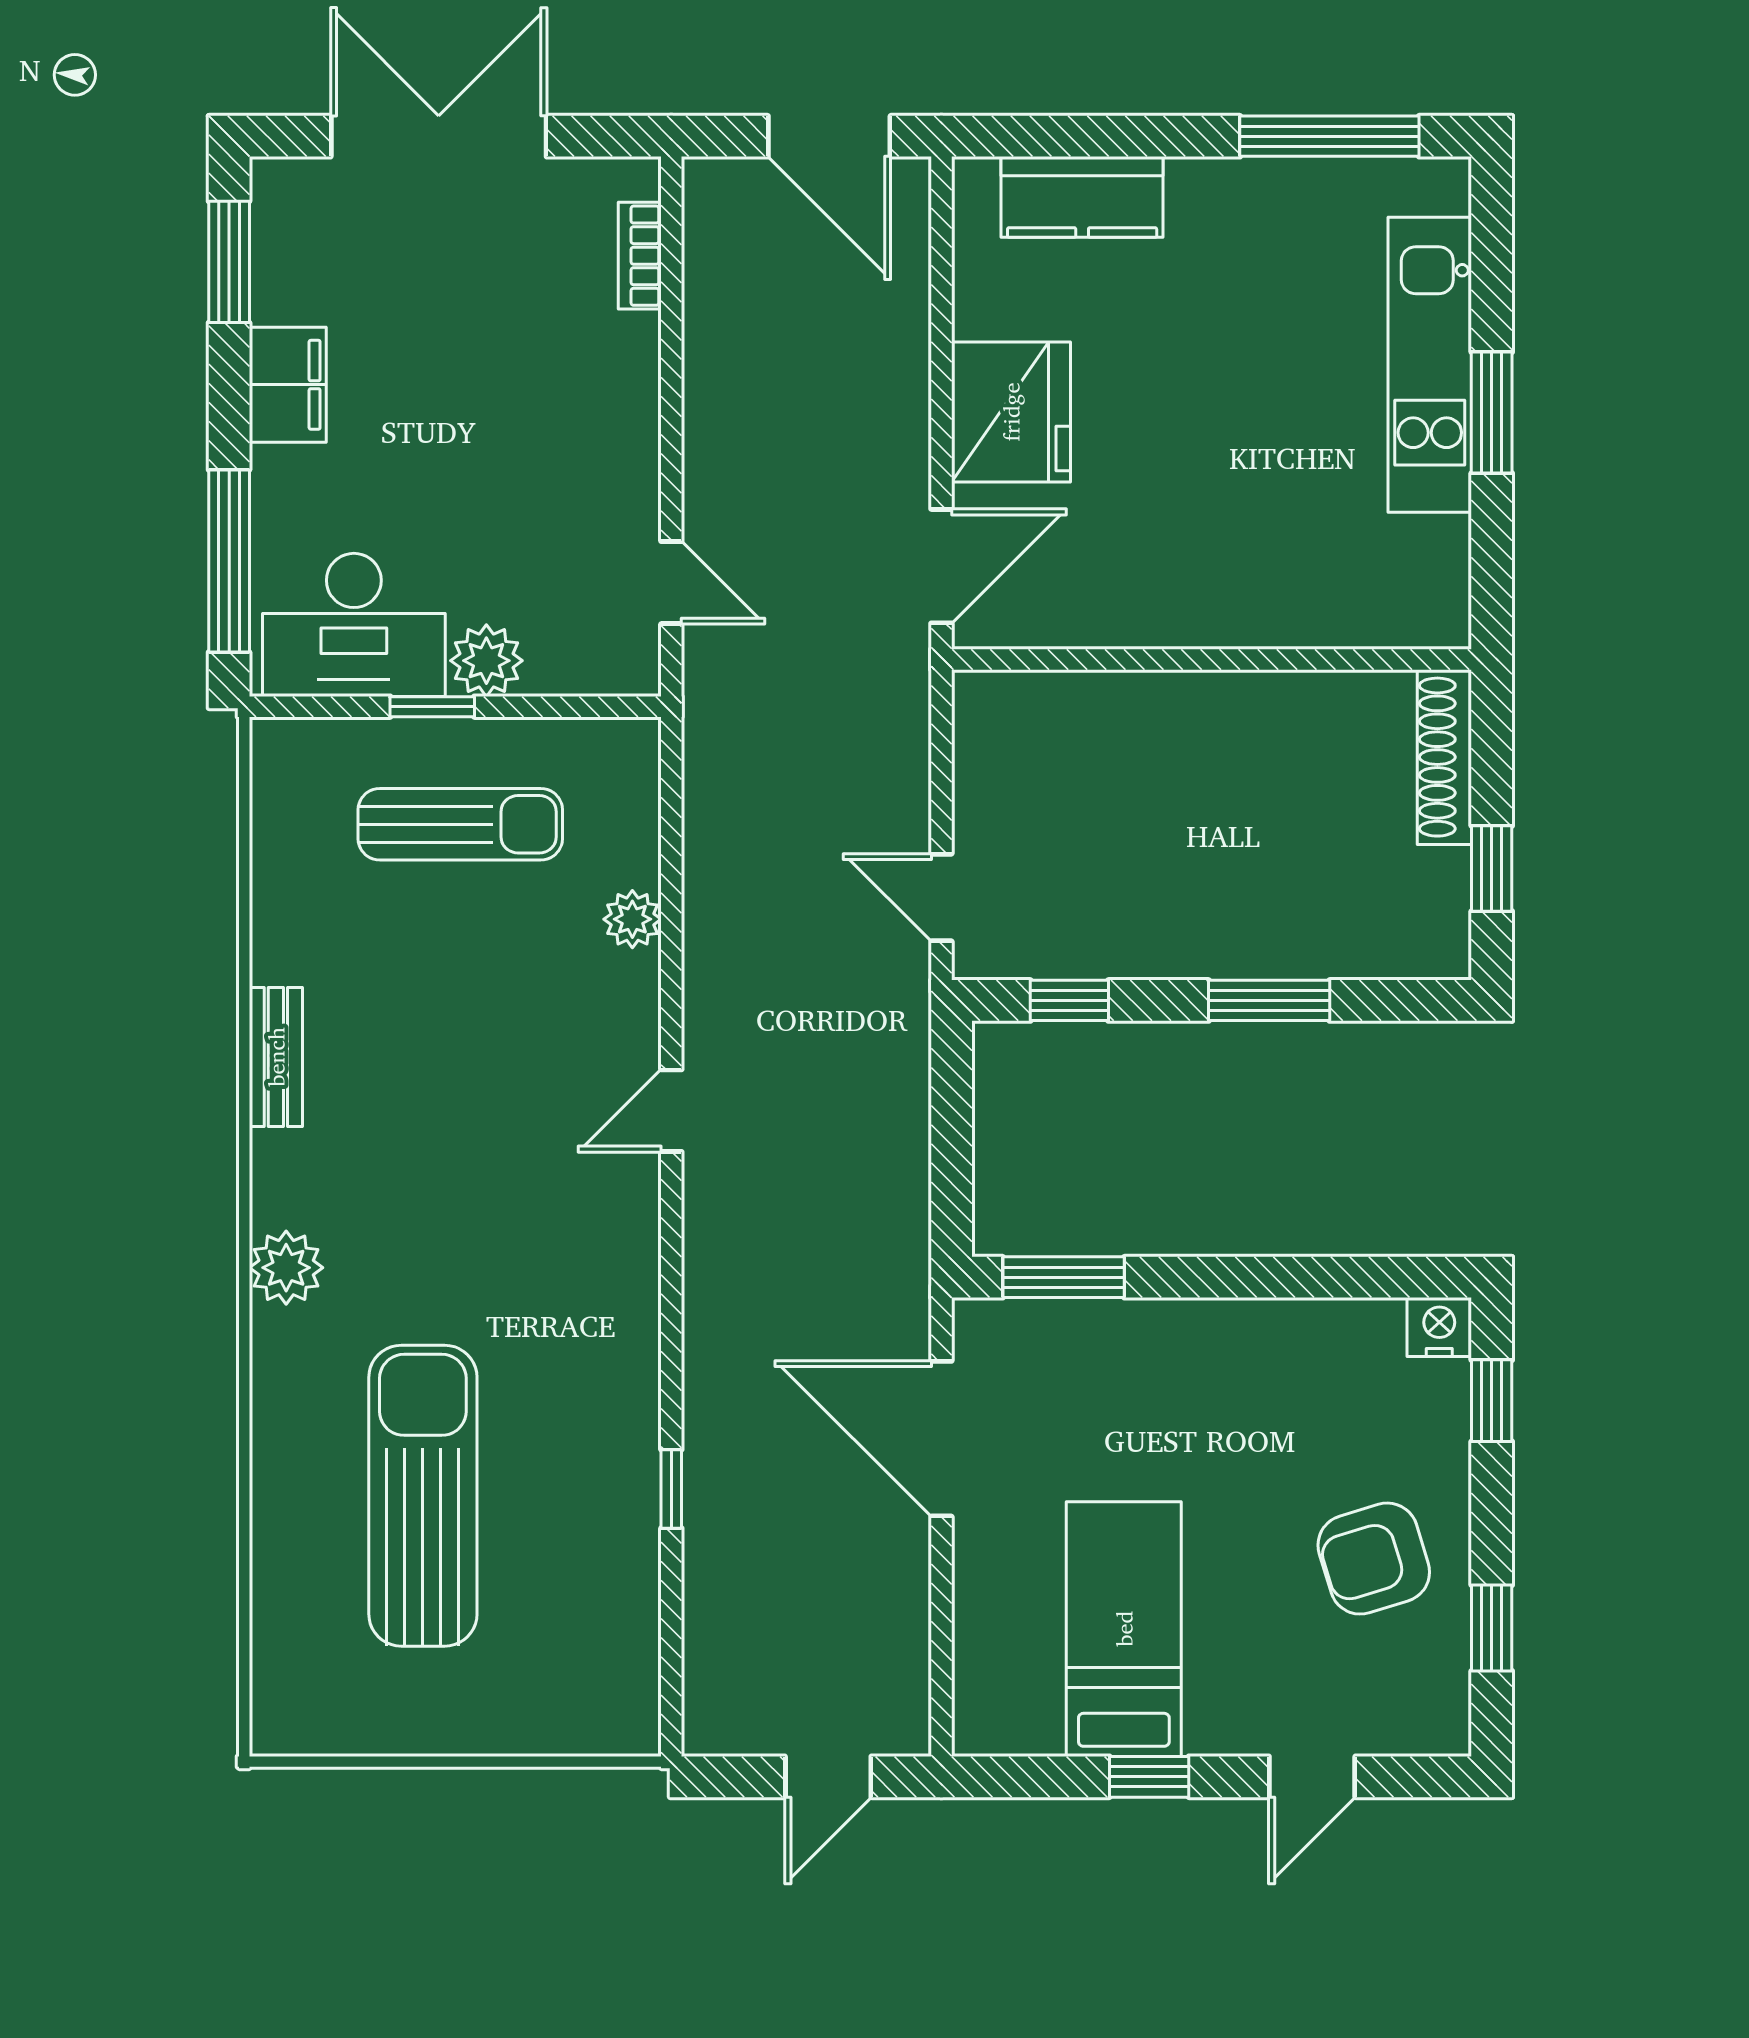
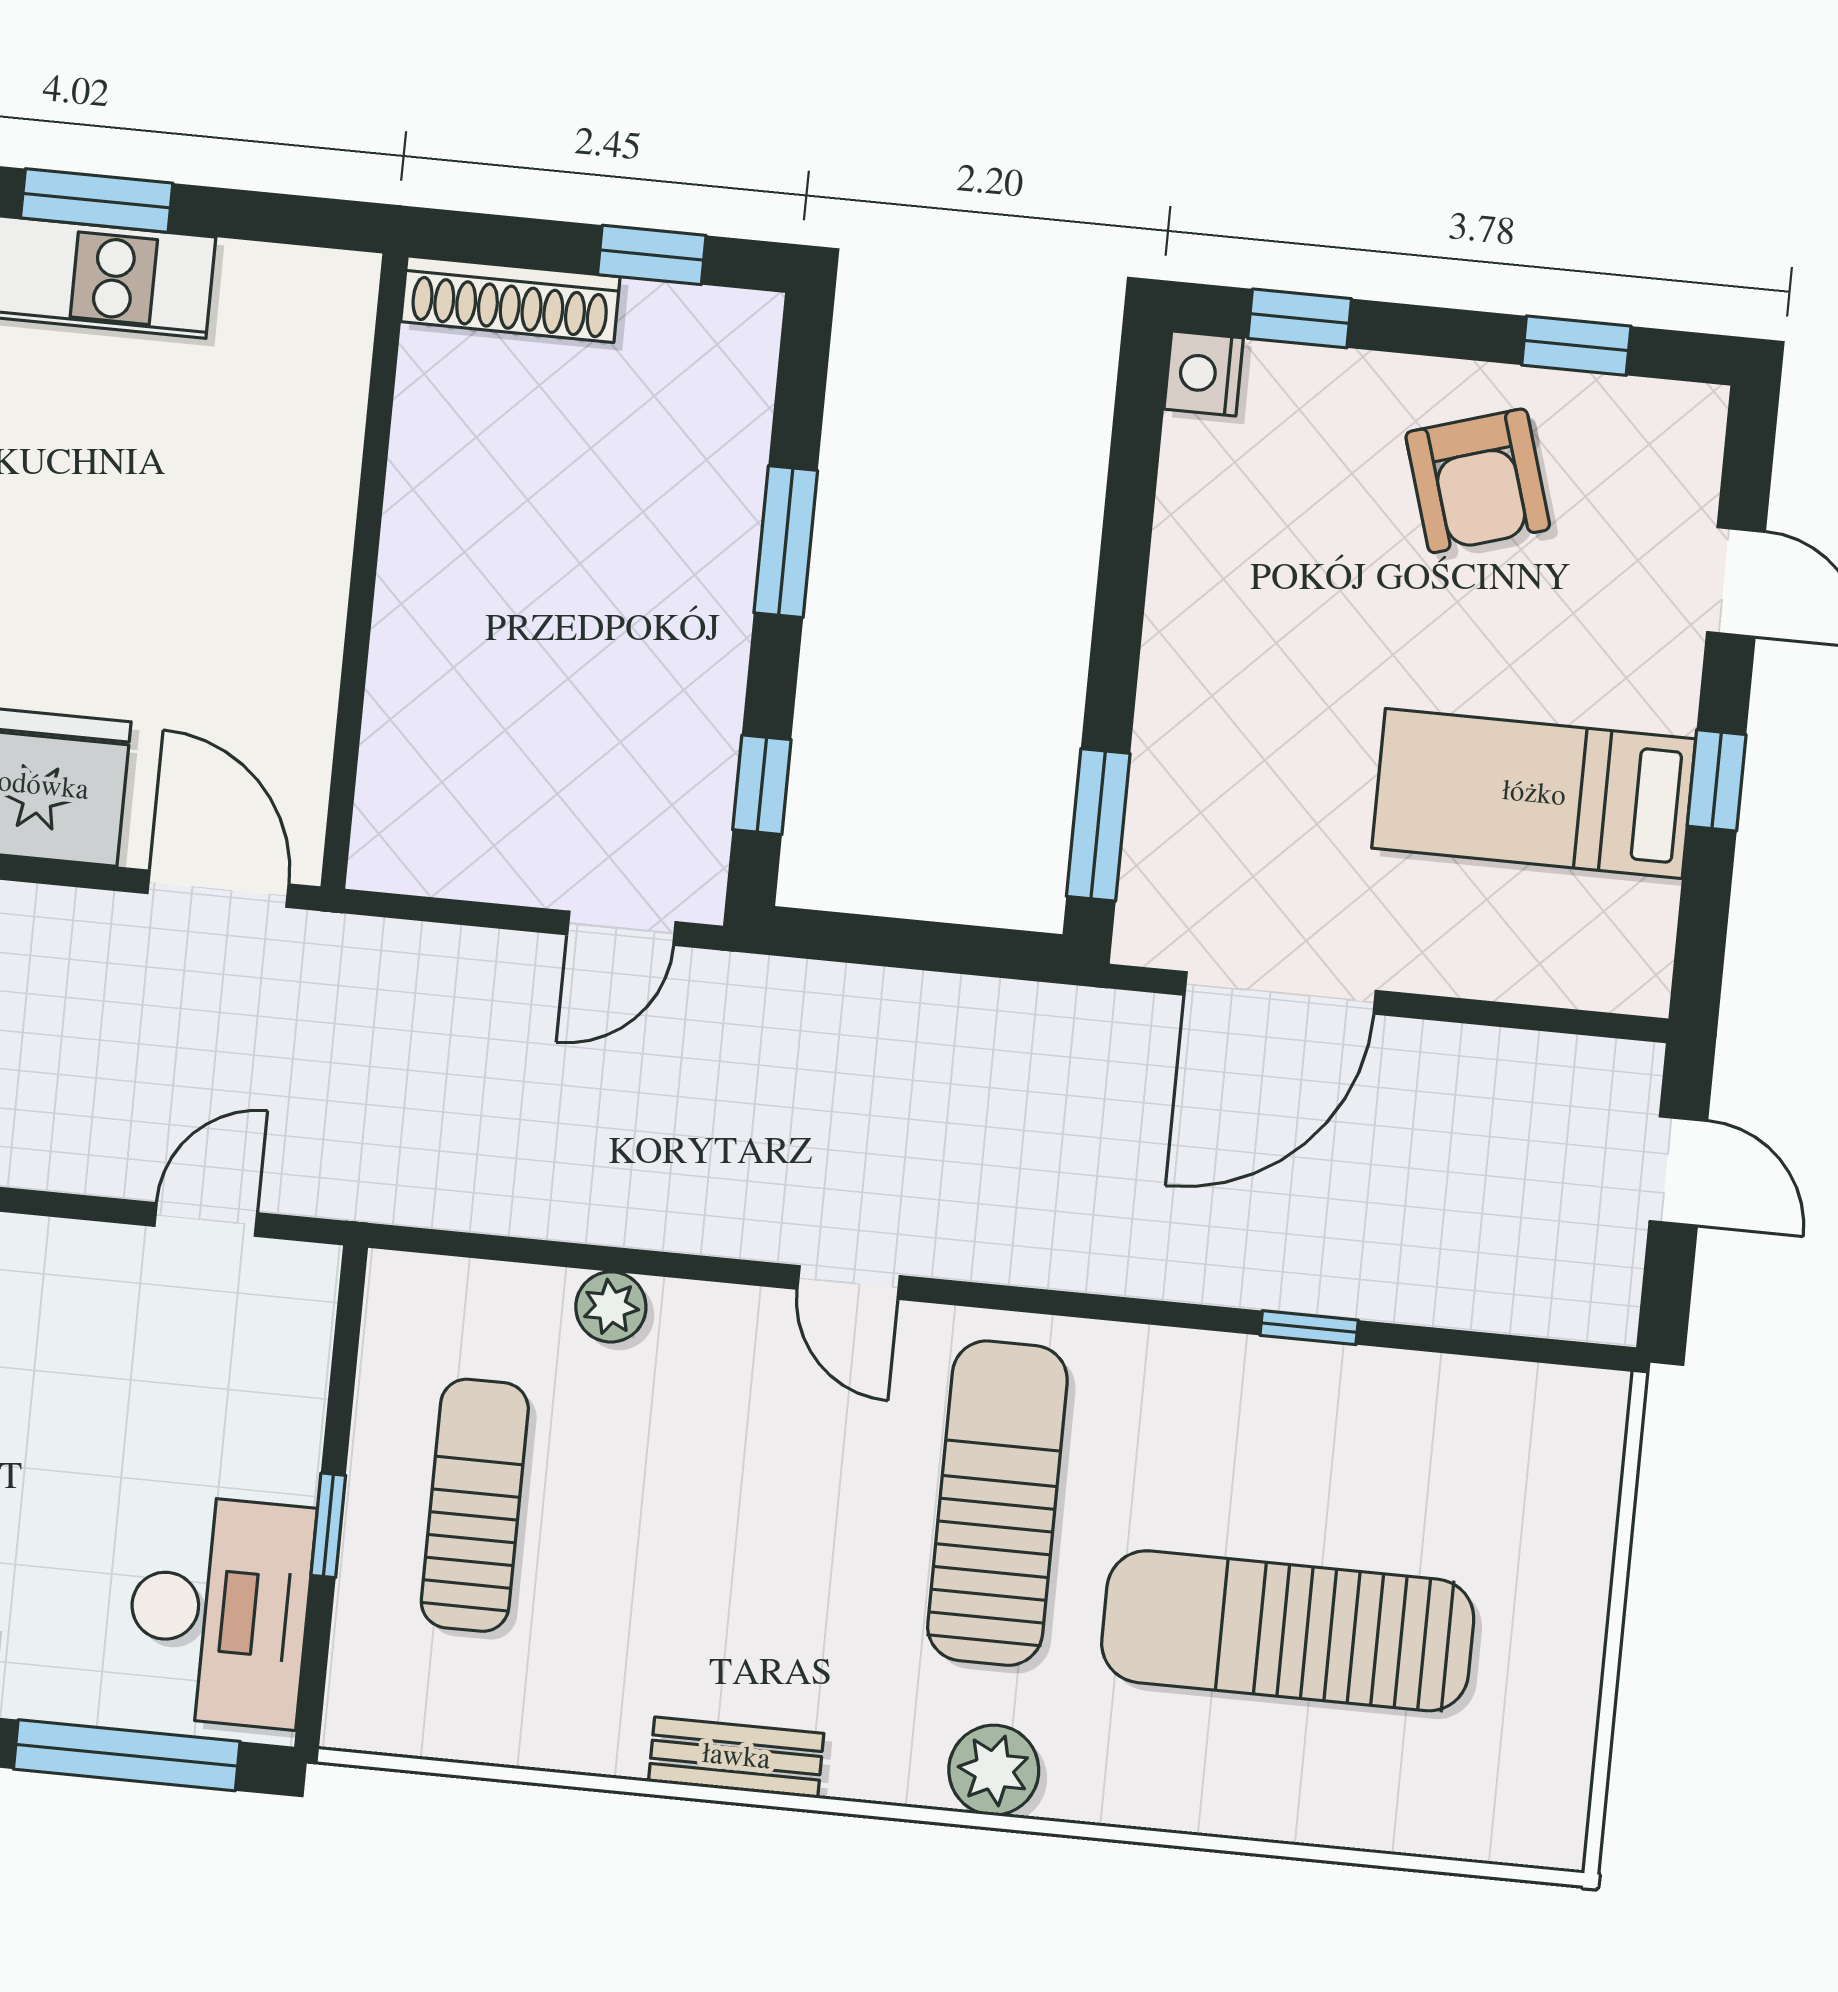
plant: (486, 661) -> (279, 1454), removed
sun lounger: (504, 1249) -> (997, 1503), added

